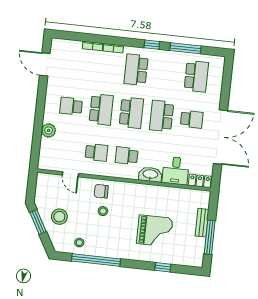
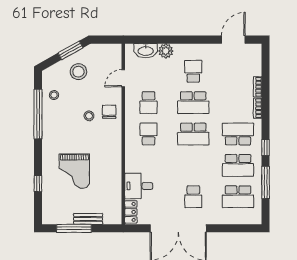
school desk: (161, 116) -> (238, 165), moved, turned 180
washbasin: (150, 174) -> (146, 51), moved, turned 90

